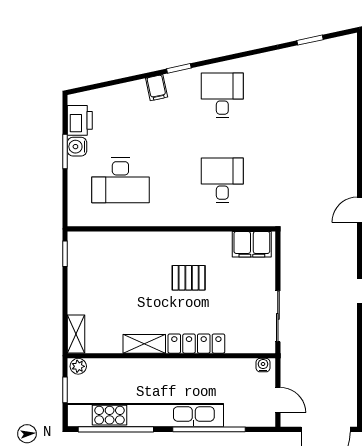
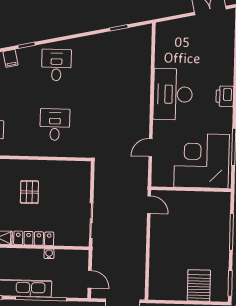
filing cabinet: (252, 244) -> (74, 170), removed
pallet: (189, 278) -> (29, 192), turned 90
water cooler: (263, 365) -> (49, 254), moved

